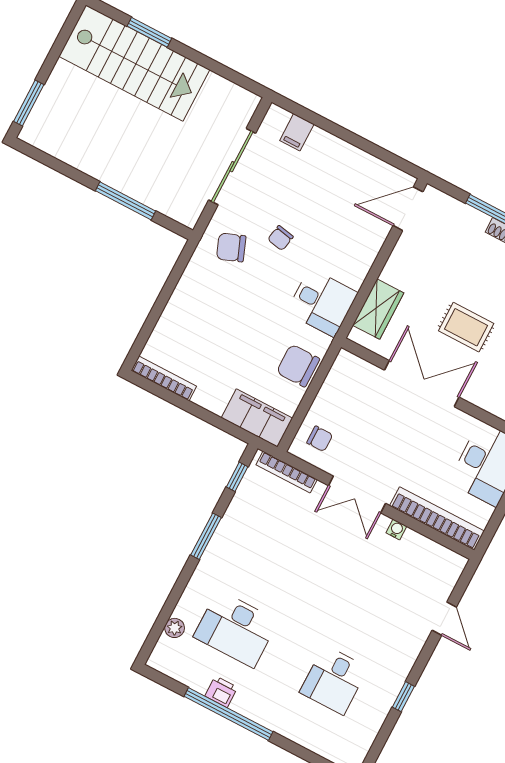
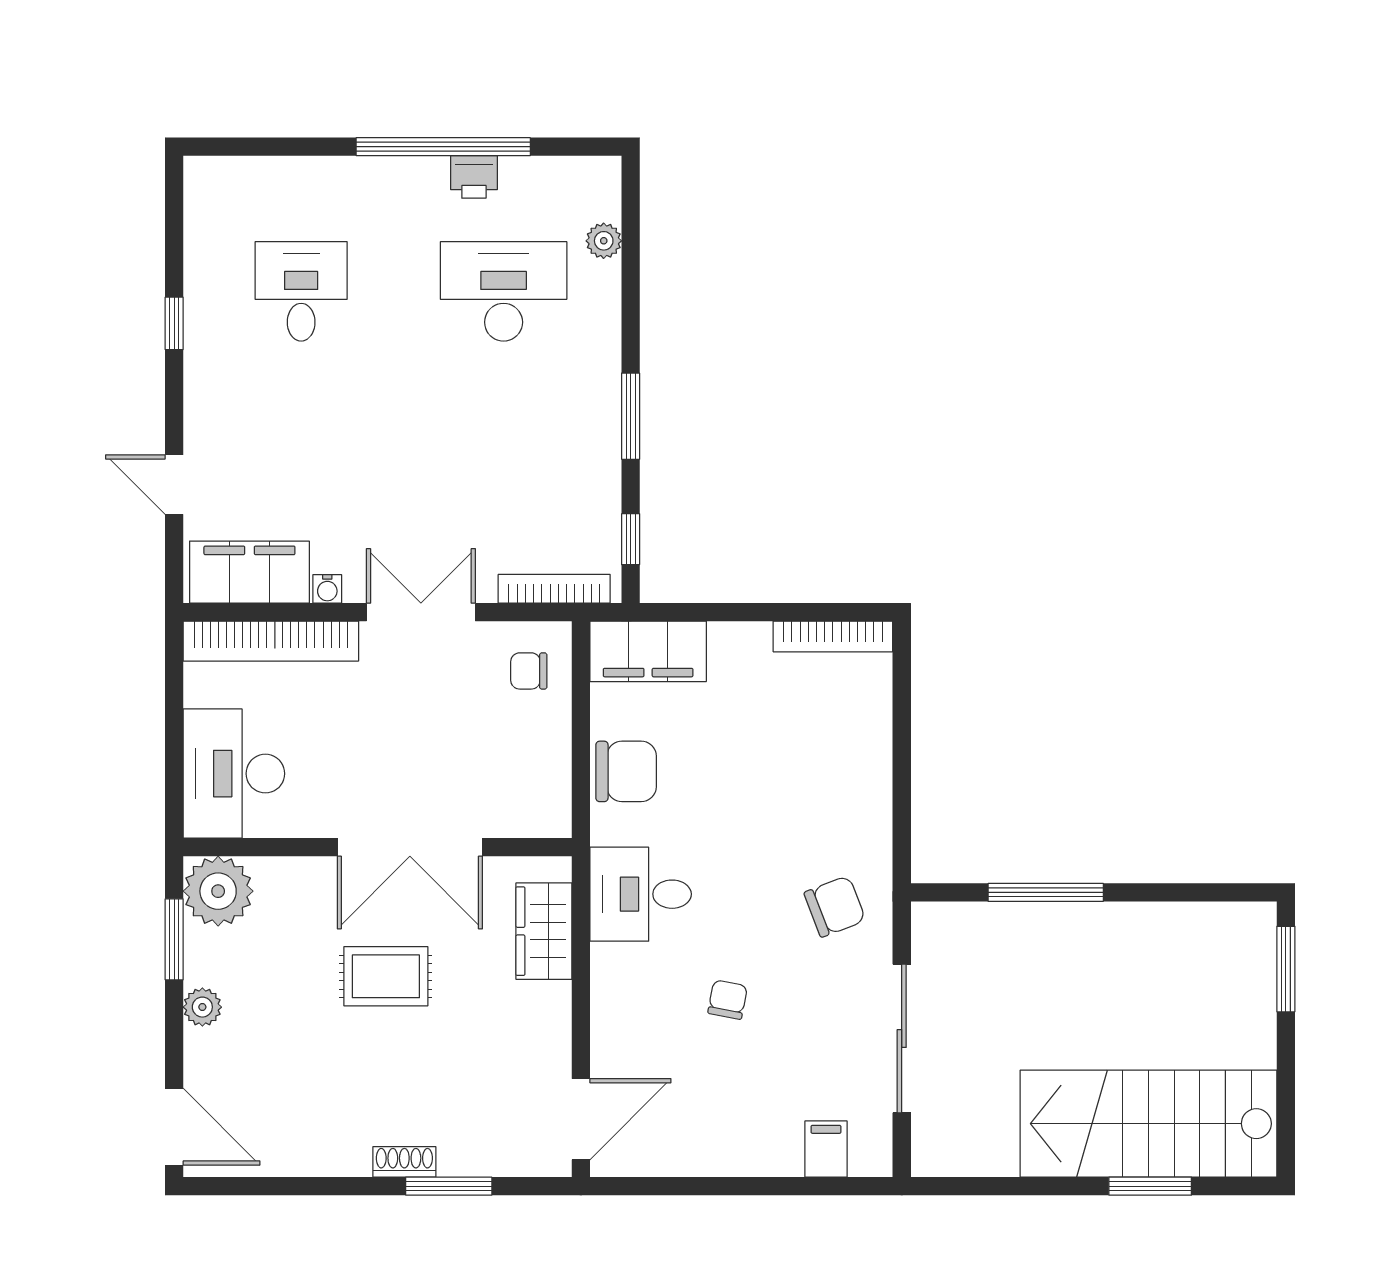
chair: (280, 238) -> (728, 1000), moved
filing cabinet: (430, 557) -> (249, 572), added

